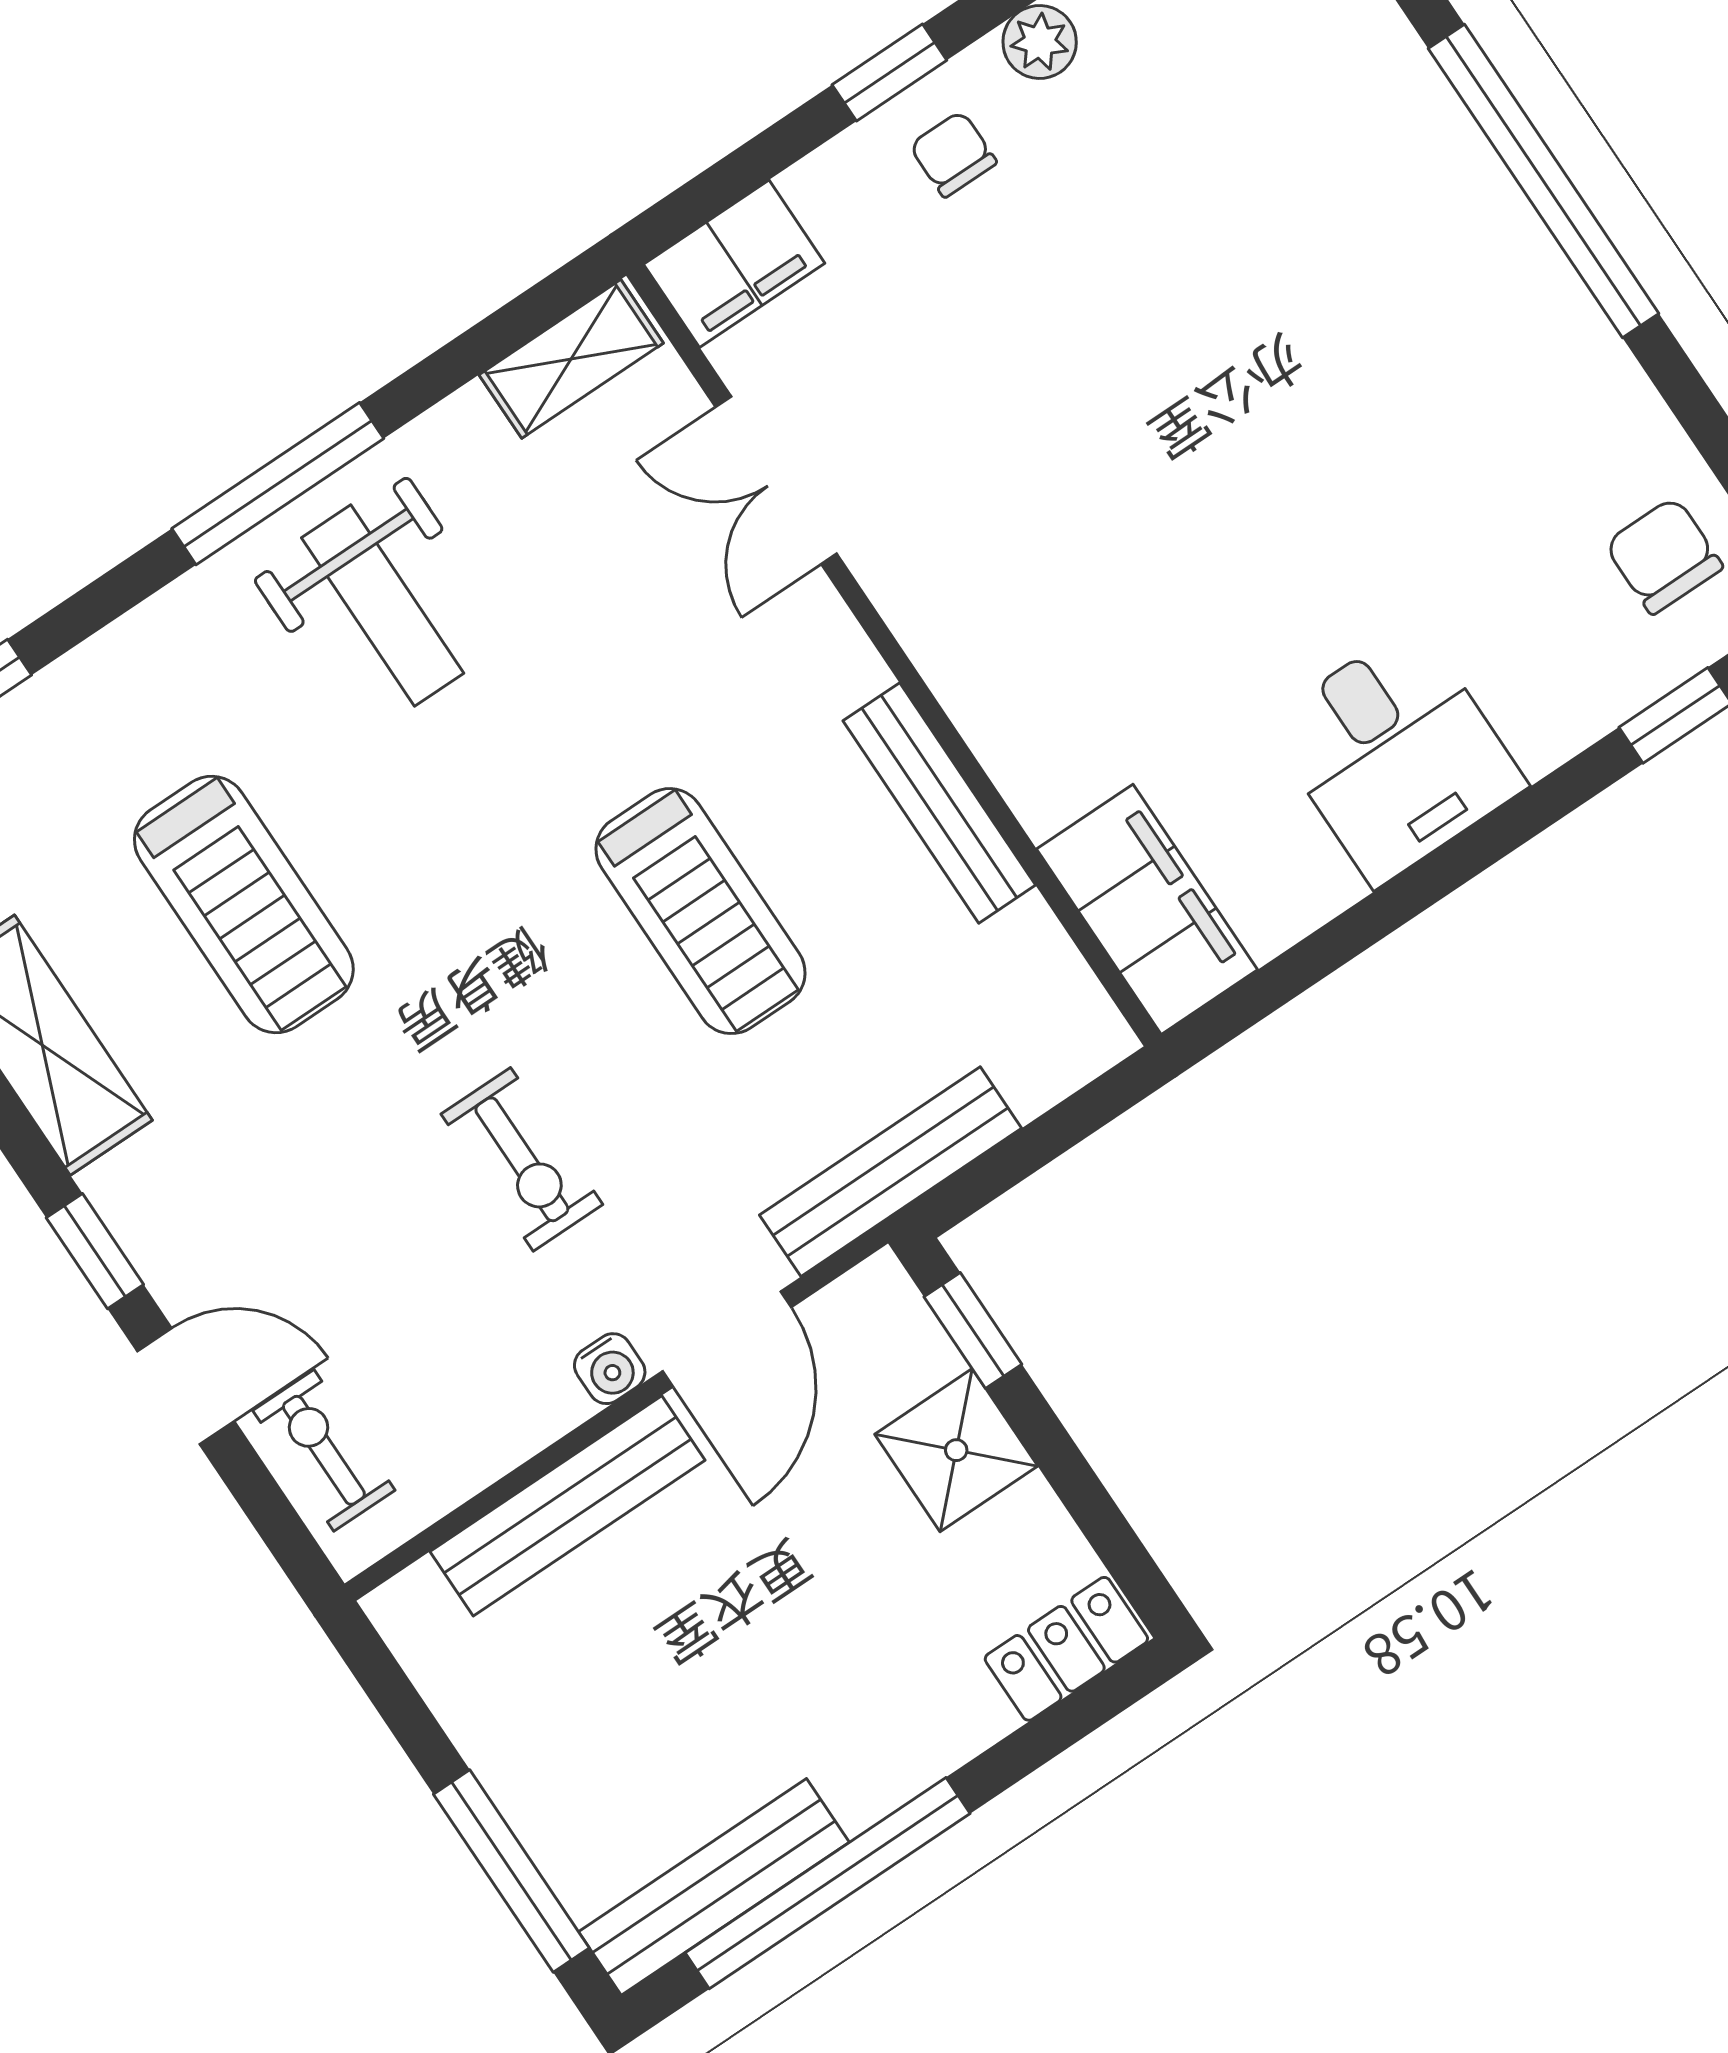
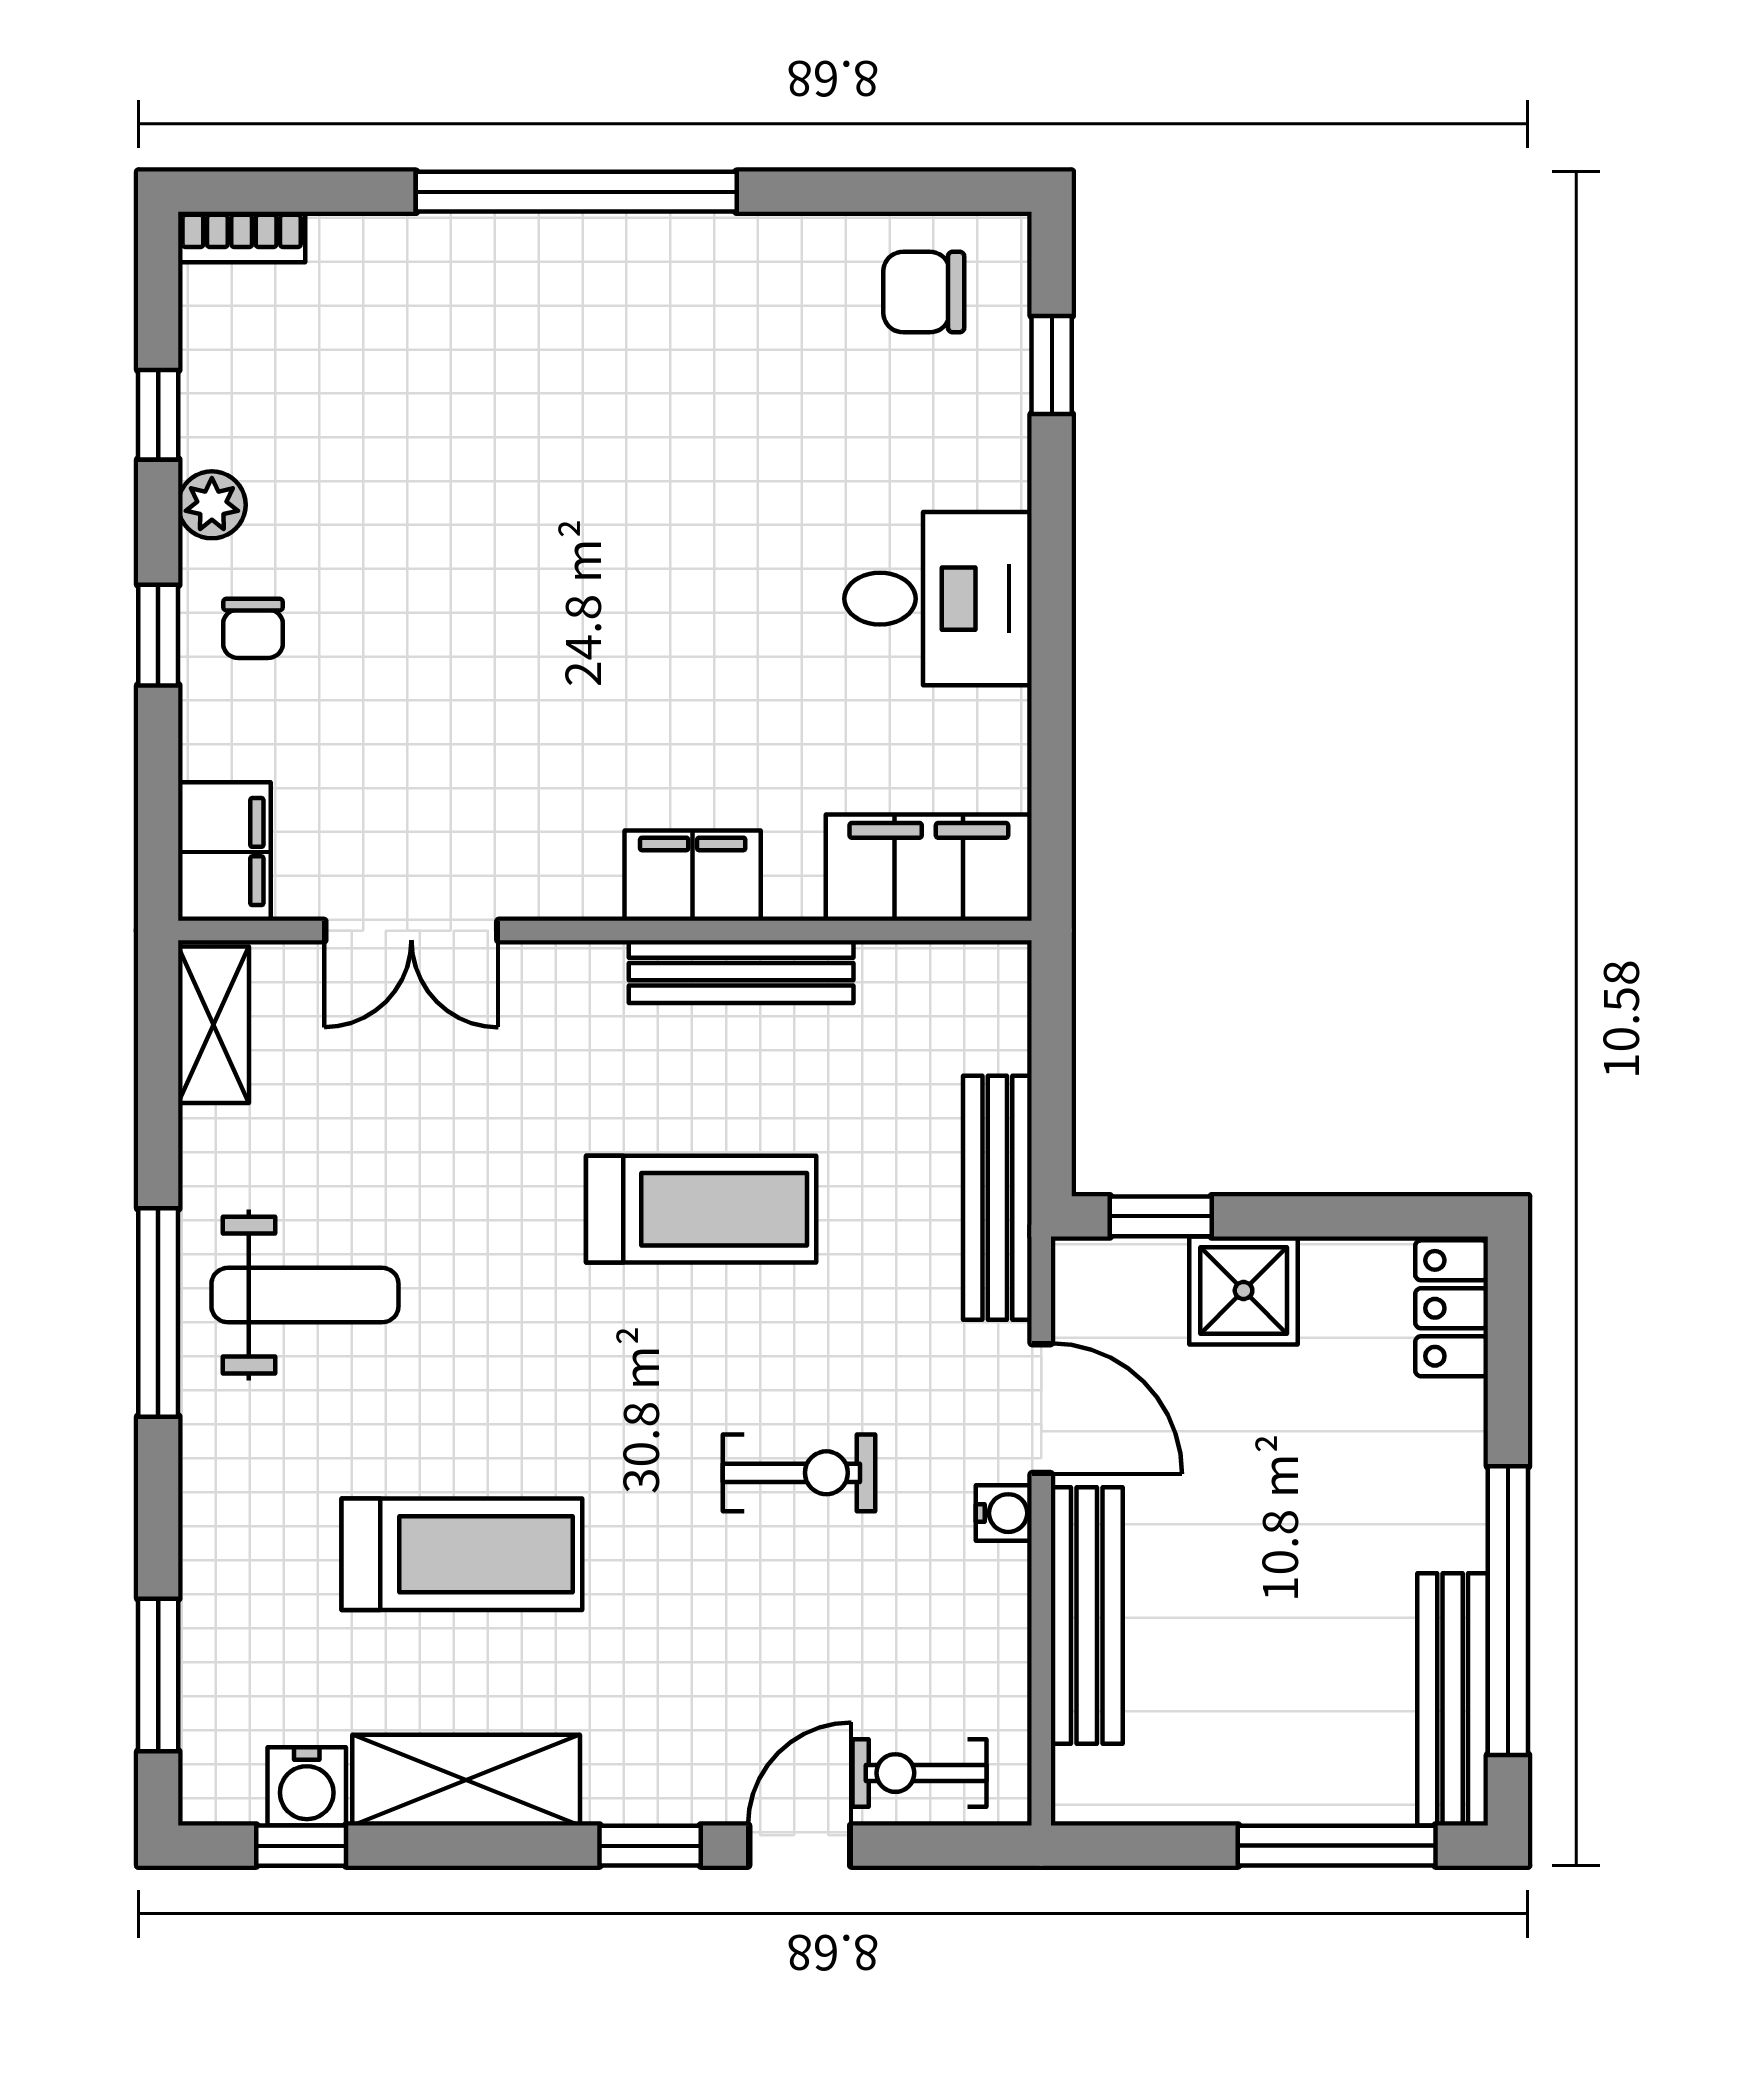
chair: (953, 154) -> (253, 628), turned -90
filing cabinet: (996, 701) -> (693, 876), added

